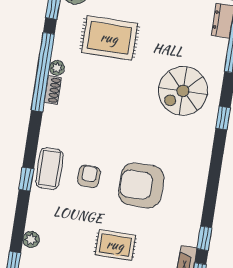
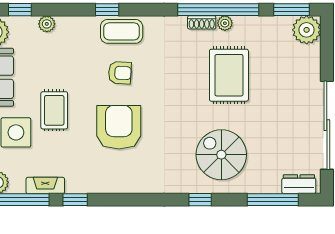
rug: (109, 38) -> (229, 75), moved

